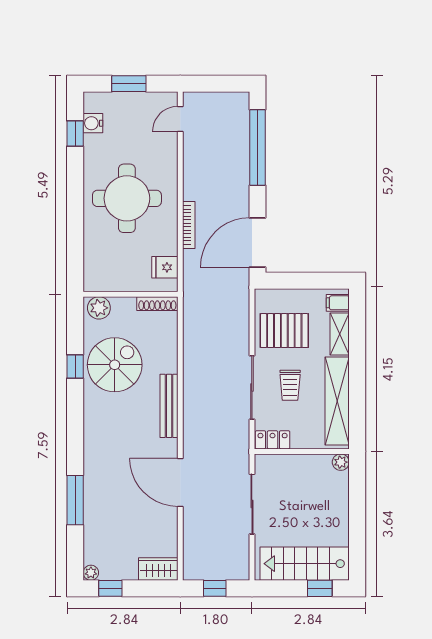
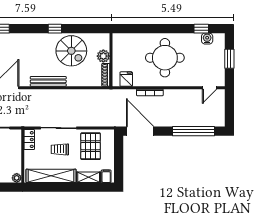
door: (180, 119) -> (209, 88), swing flipped
plant: (99, 308) -> (103, 56), moved
window: (75, 367) -> (55, 29), moved

